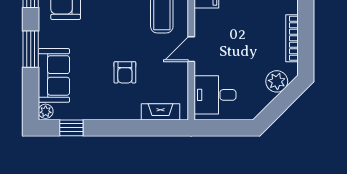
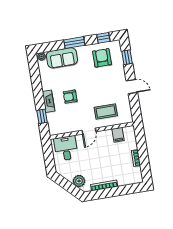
door: (191, 49) -> (89, 131), swing flipped
fireplace: (160, 112) -> (49, 101), moved
window: (71, 128) -> (42, 116), moved

